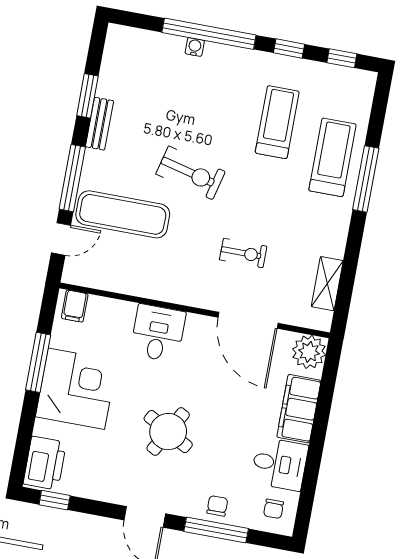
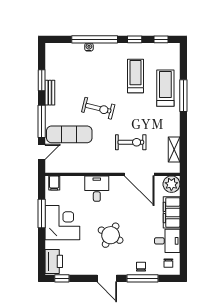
exercise bike: (243, 253) -> (131, 142), width x1.38, depth x1.39

